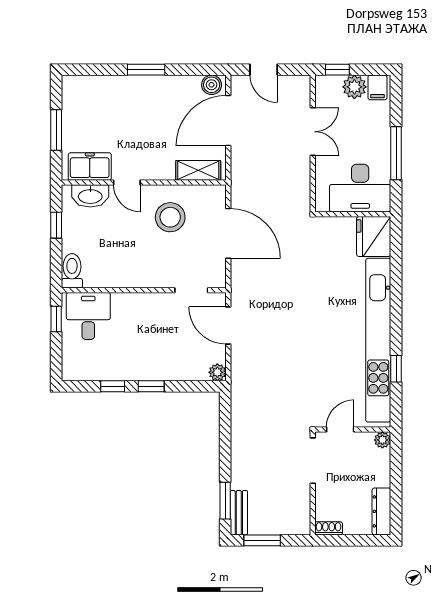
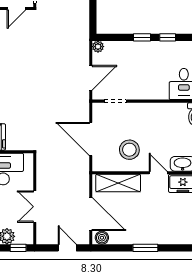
door: (228, 121) -> (91, 214), hinge flipped
shelving: (198, 170) -> (118, 183), width x1.50, depth x1.33
door: (228, 326) -> (91, 78), hinge flipped

